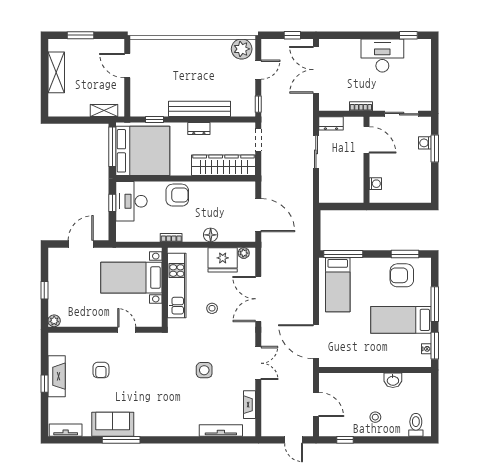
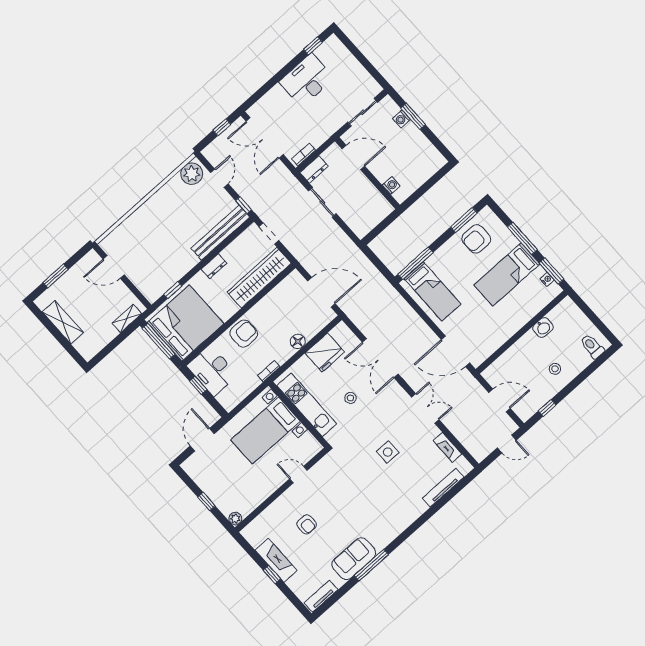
bookcase: (361, 106) -> (304, 155), moved
bench: (199, 109) -> (220, 233), moved
plant: (244, 253) -> (337, 332), removed

